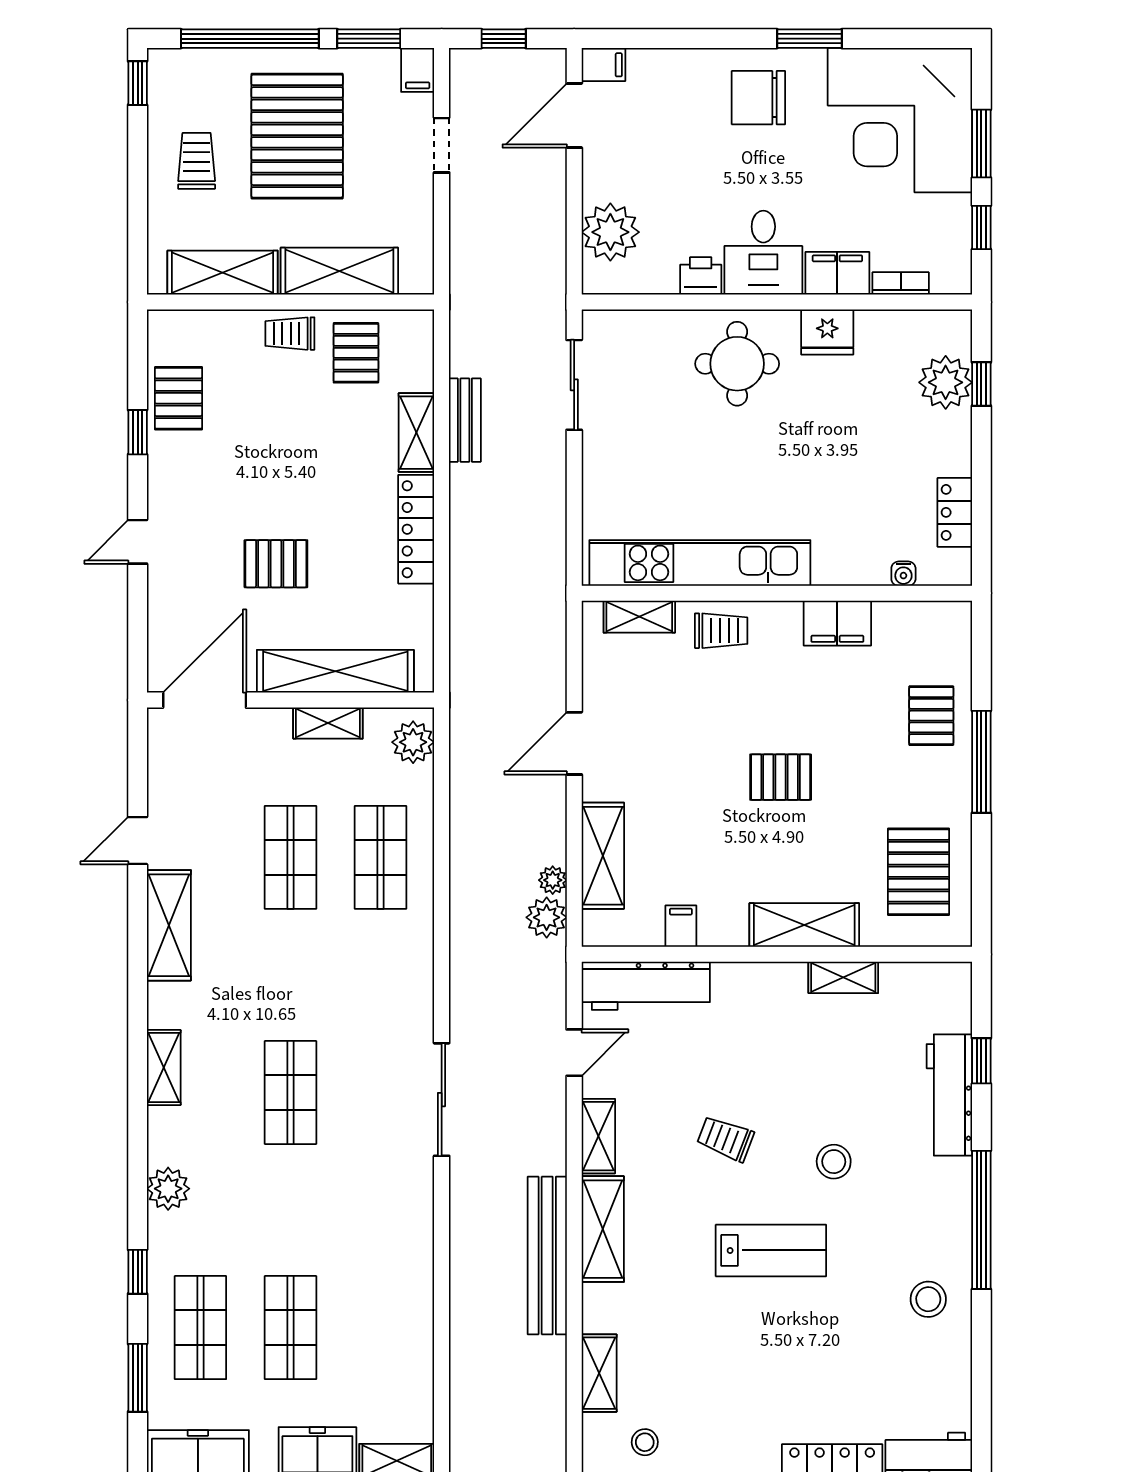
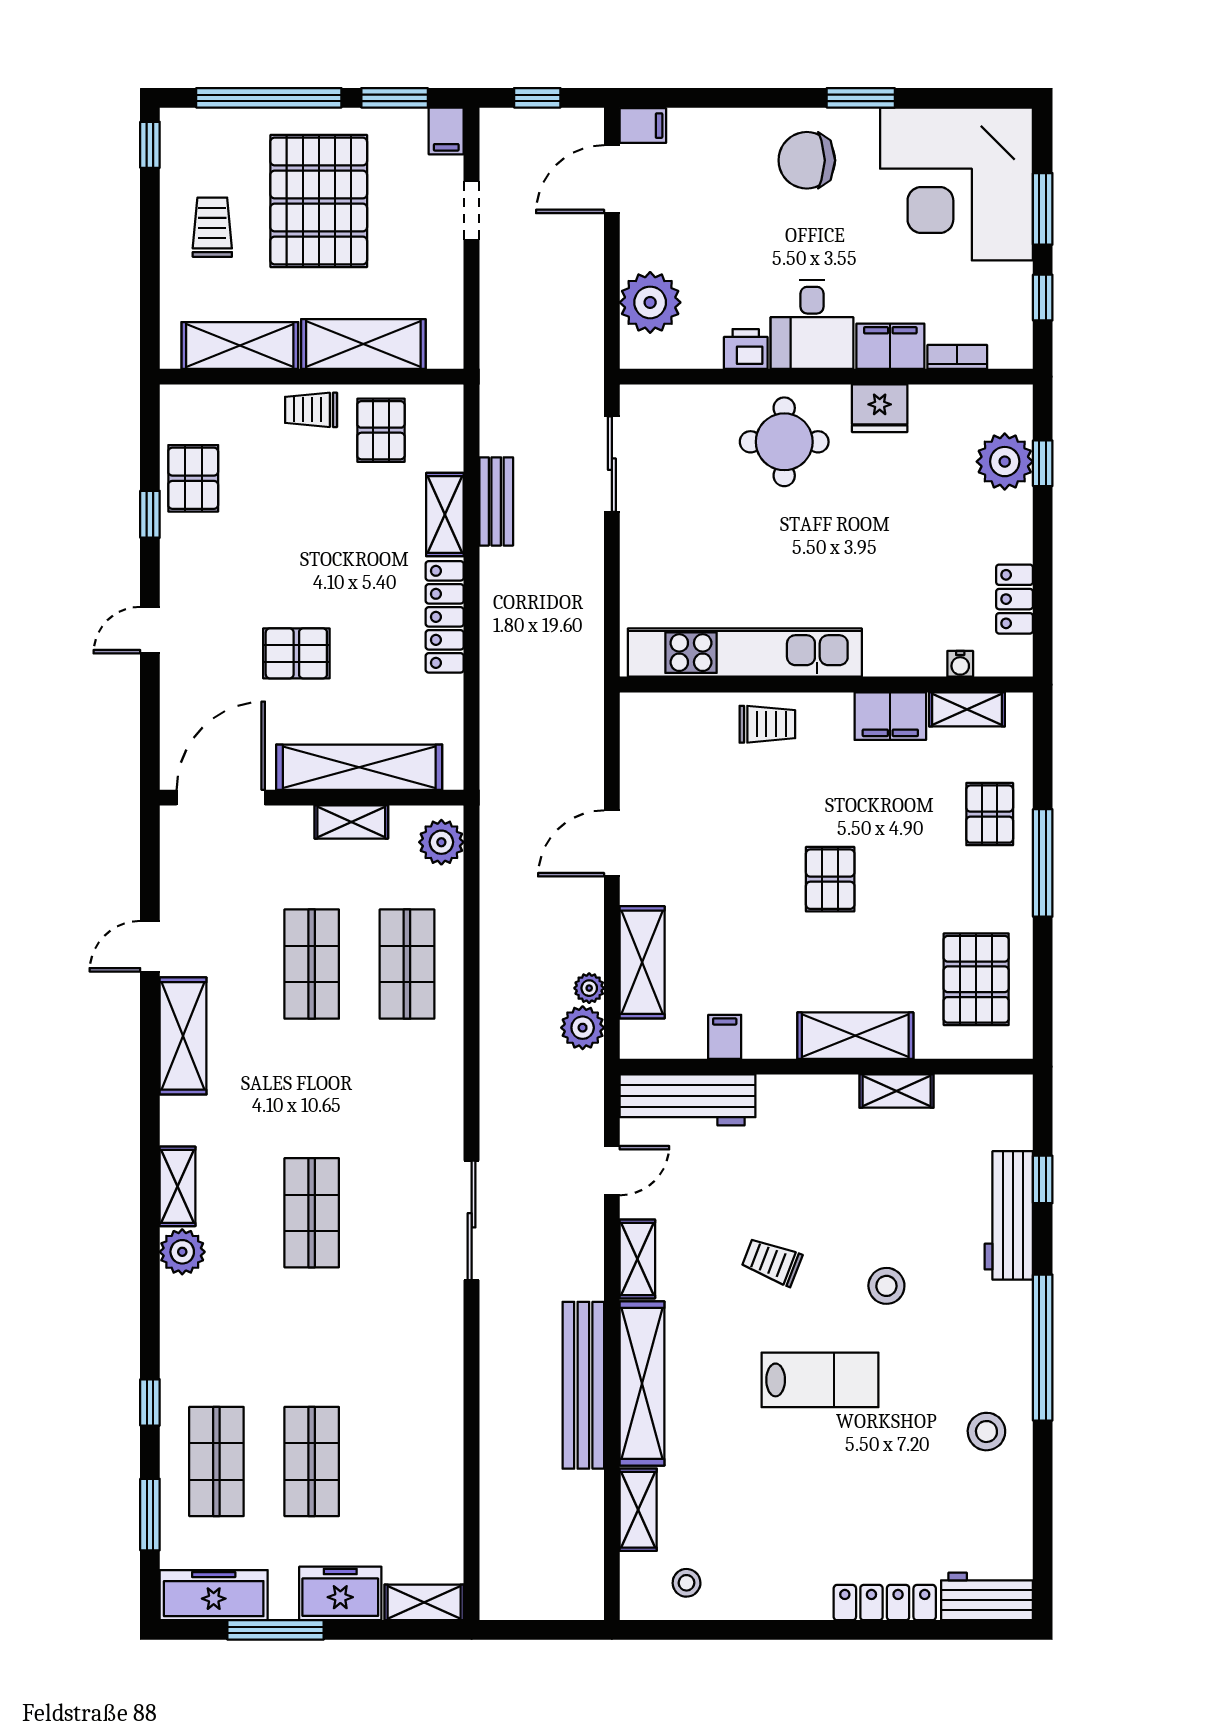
shelving: (639, 617) -> (967, 709), moved
pallet: (781, 777) -> (830, 879), turned 90
plant: (168, 1189) -> (182, 1252), moved
shelving: (603, 1229) -> (642, 1383), width x1.47

